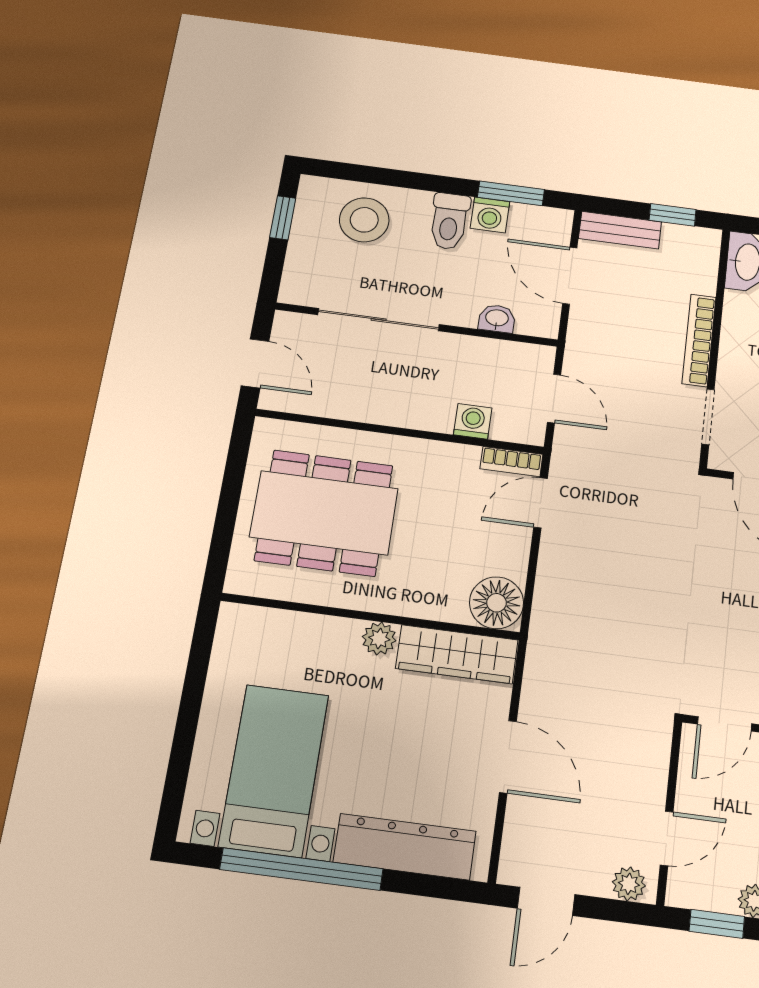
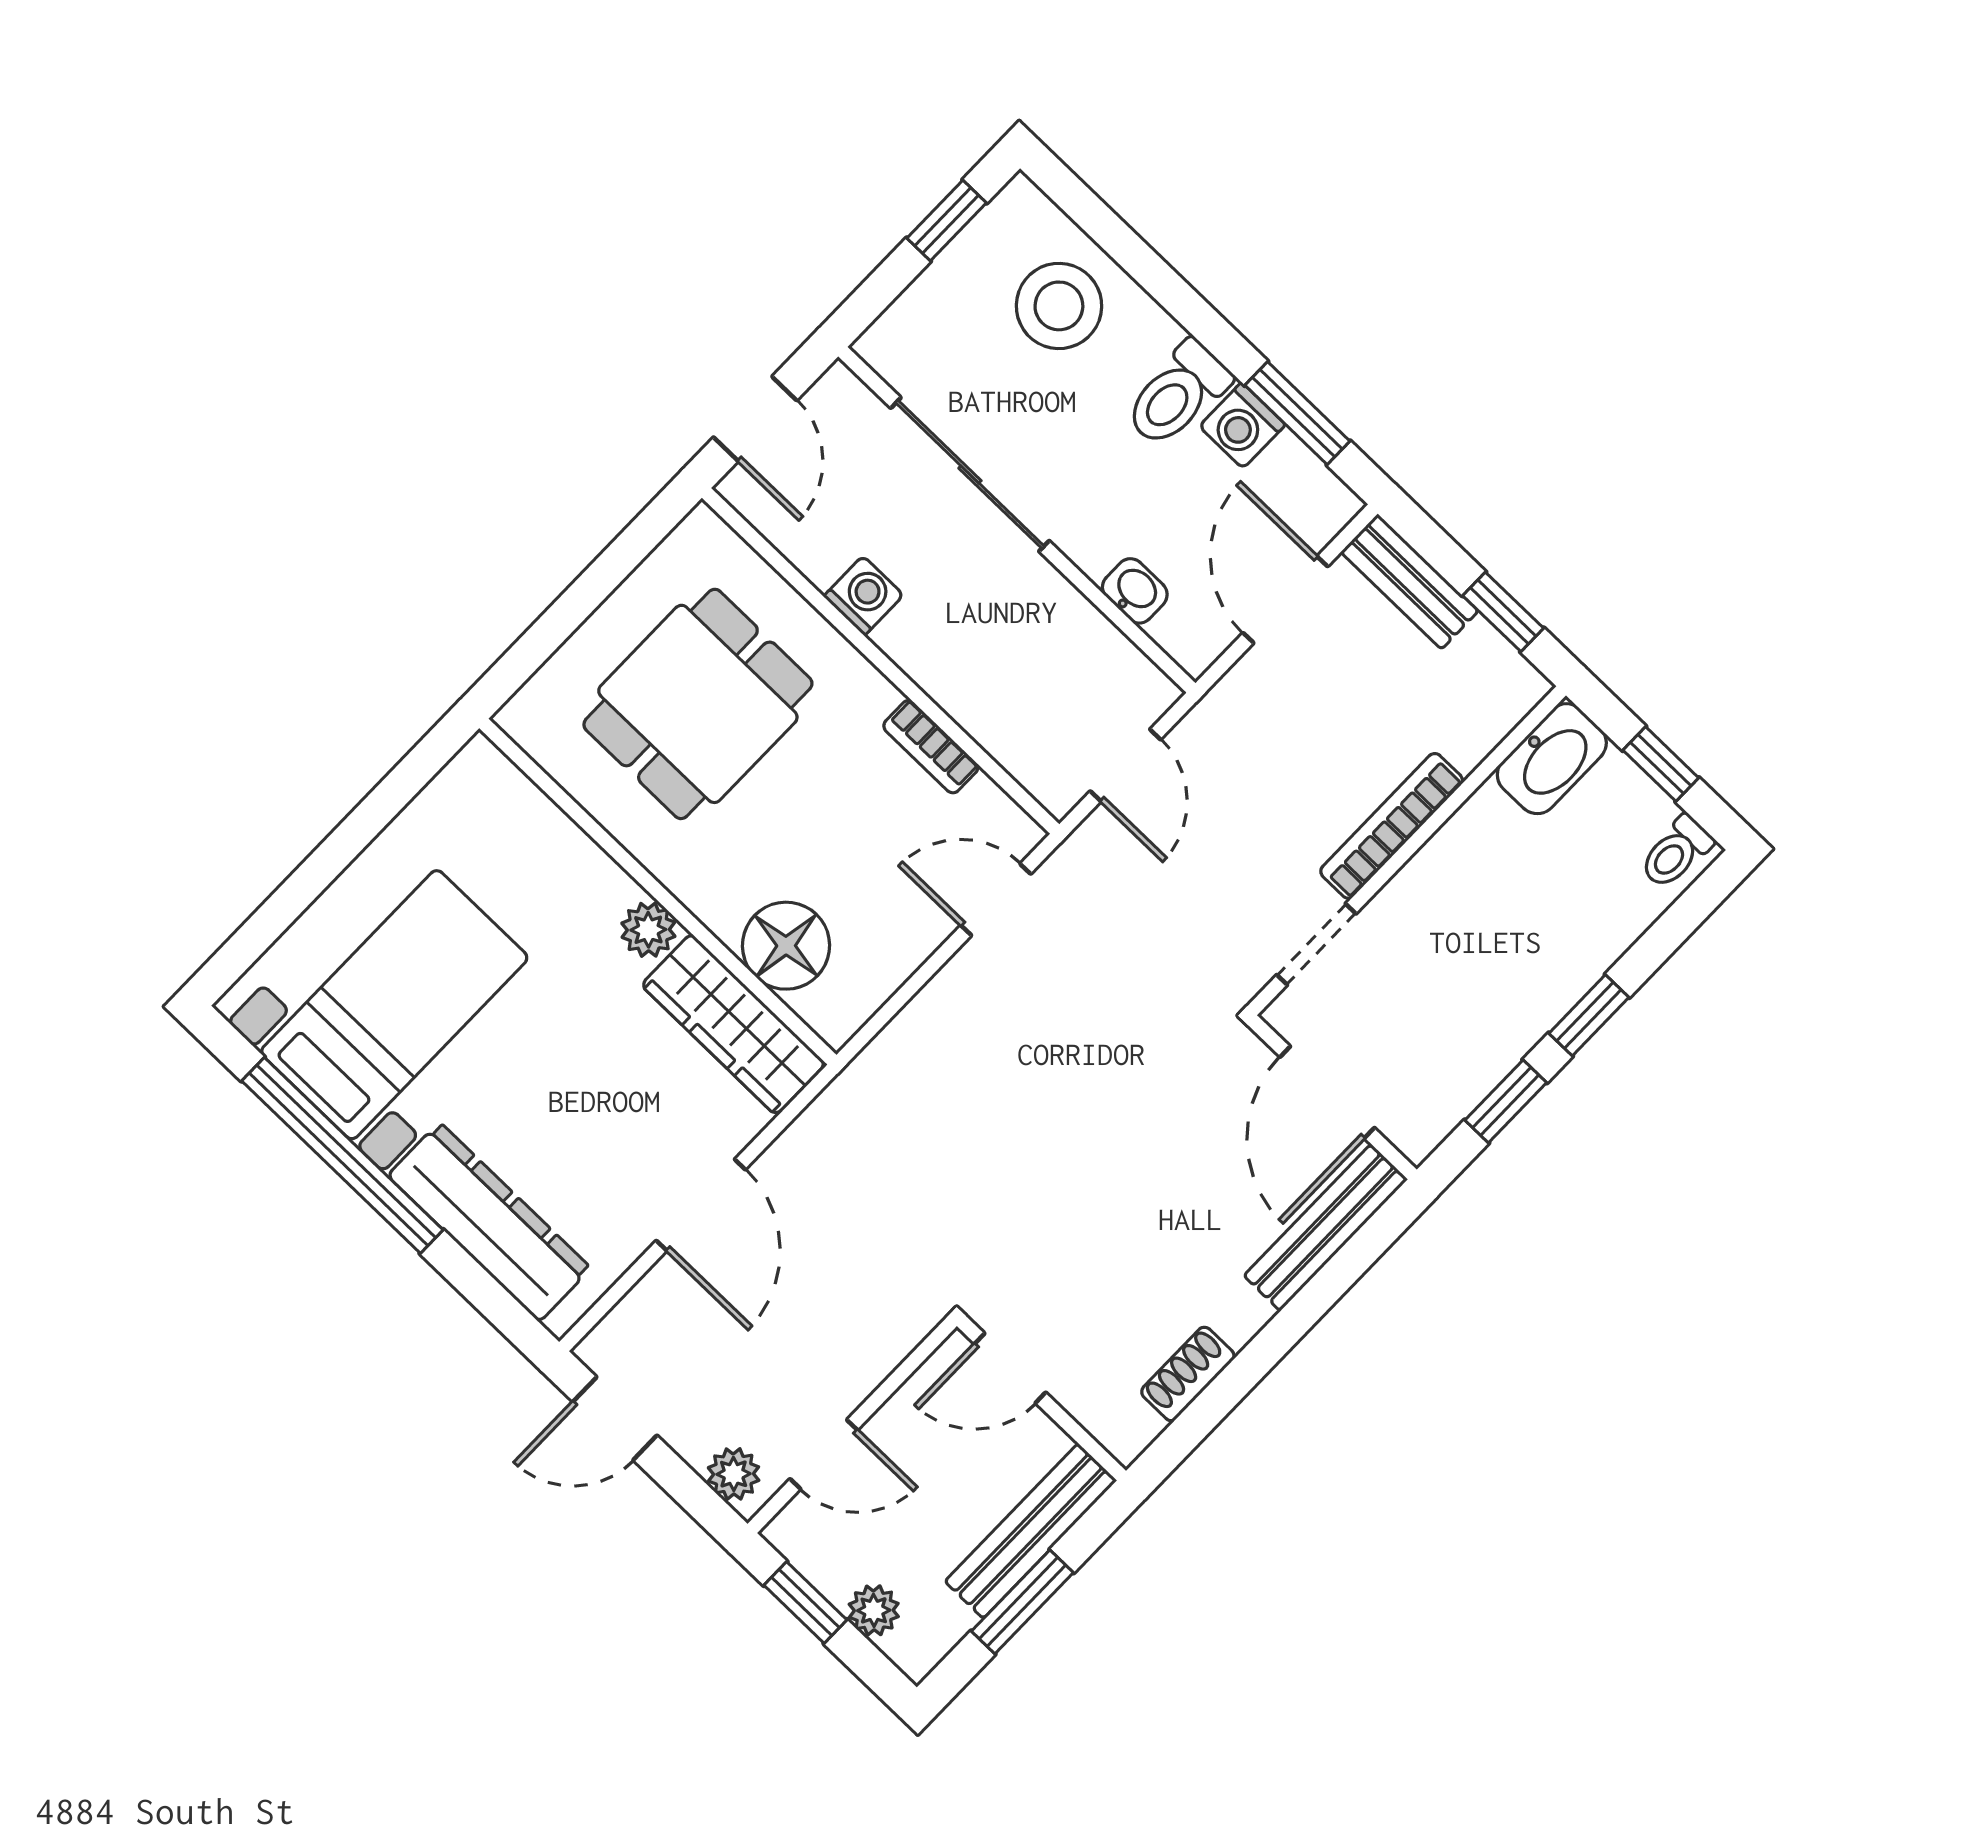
washing machine: (473, 421) -> (864, 596), moved
bookcase: (511, 462) -> (931, 747), moved
dining table: (324, 513) -> (698, 704), width x0.73
floor lamp: (496, 603) -> (786, 946), moved

